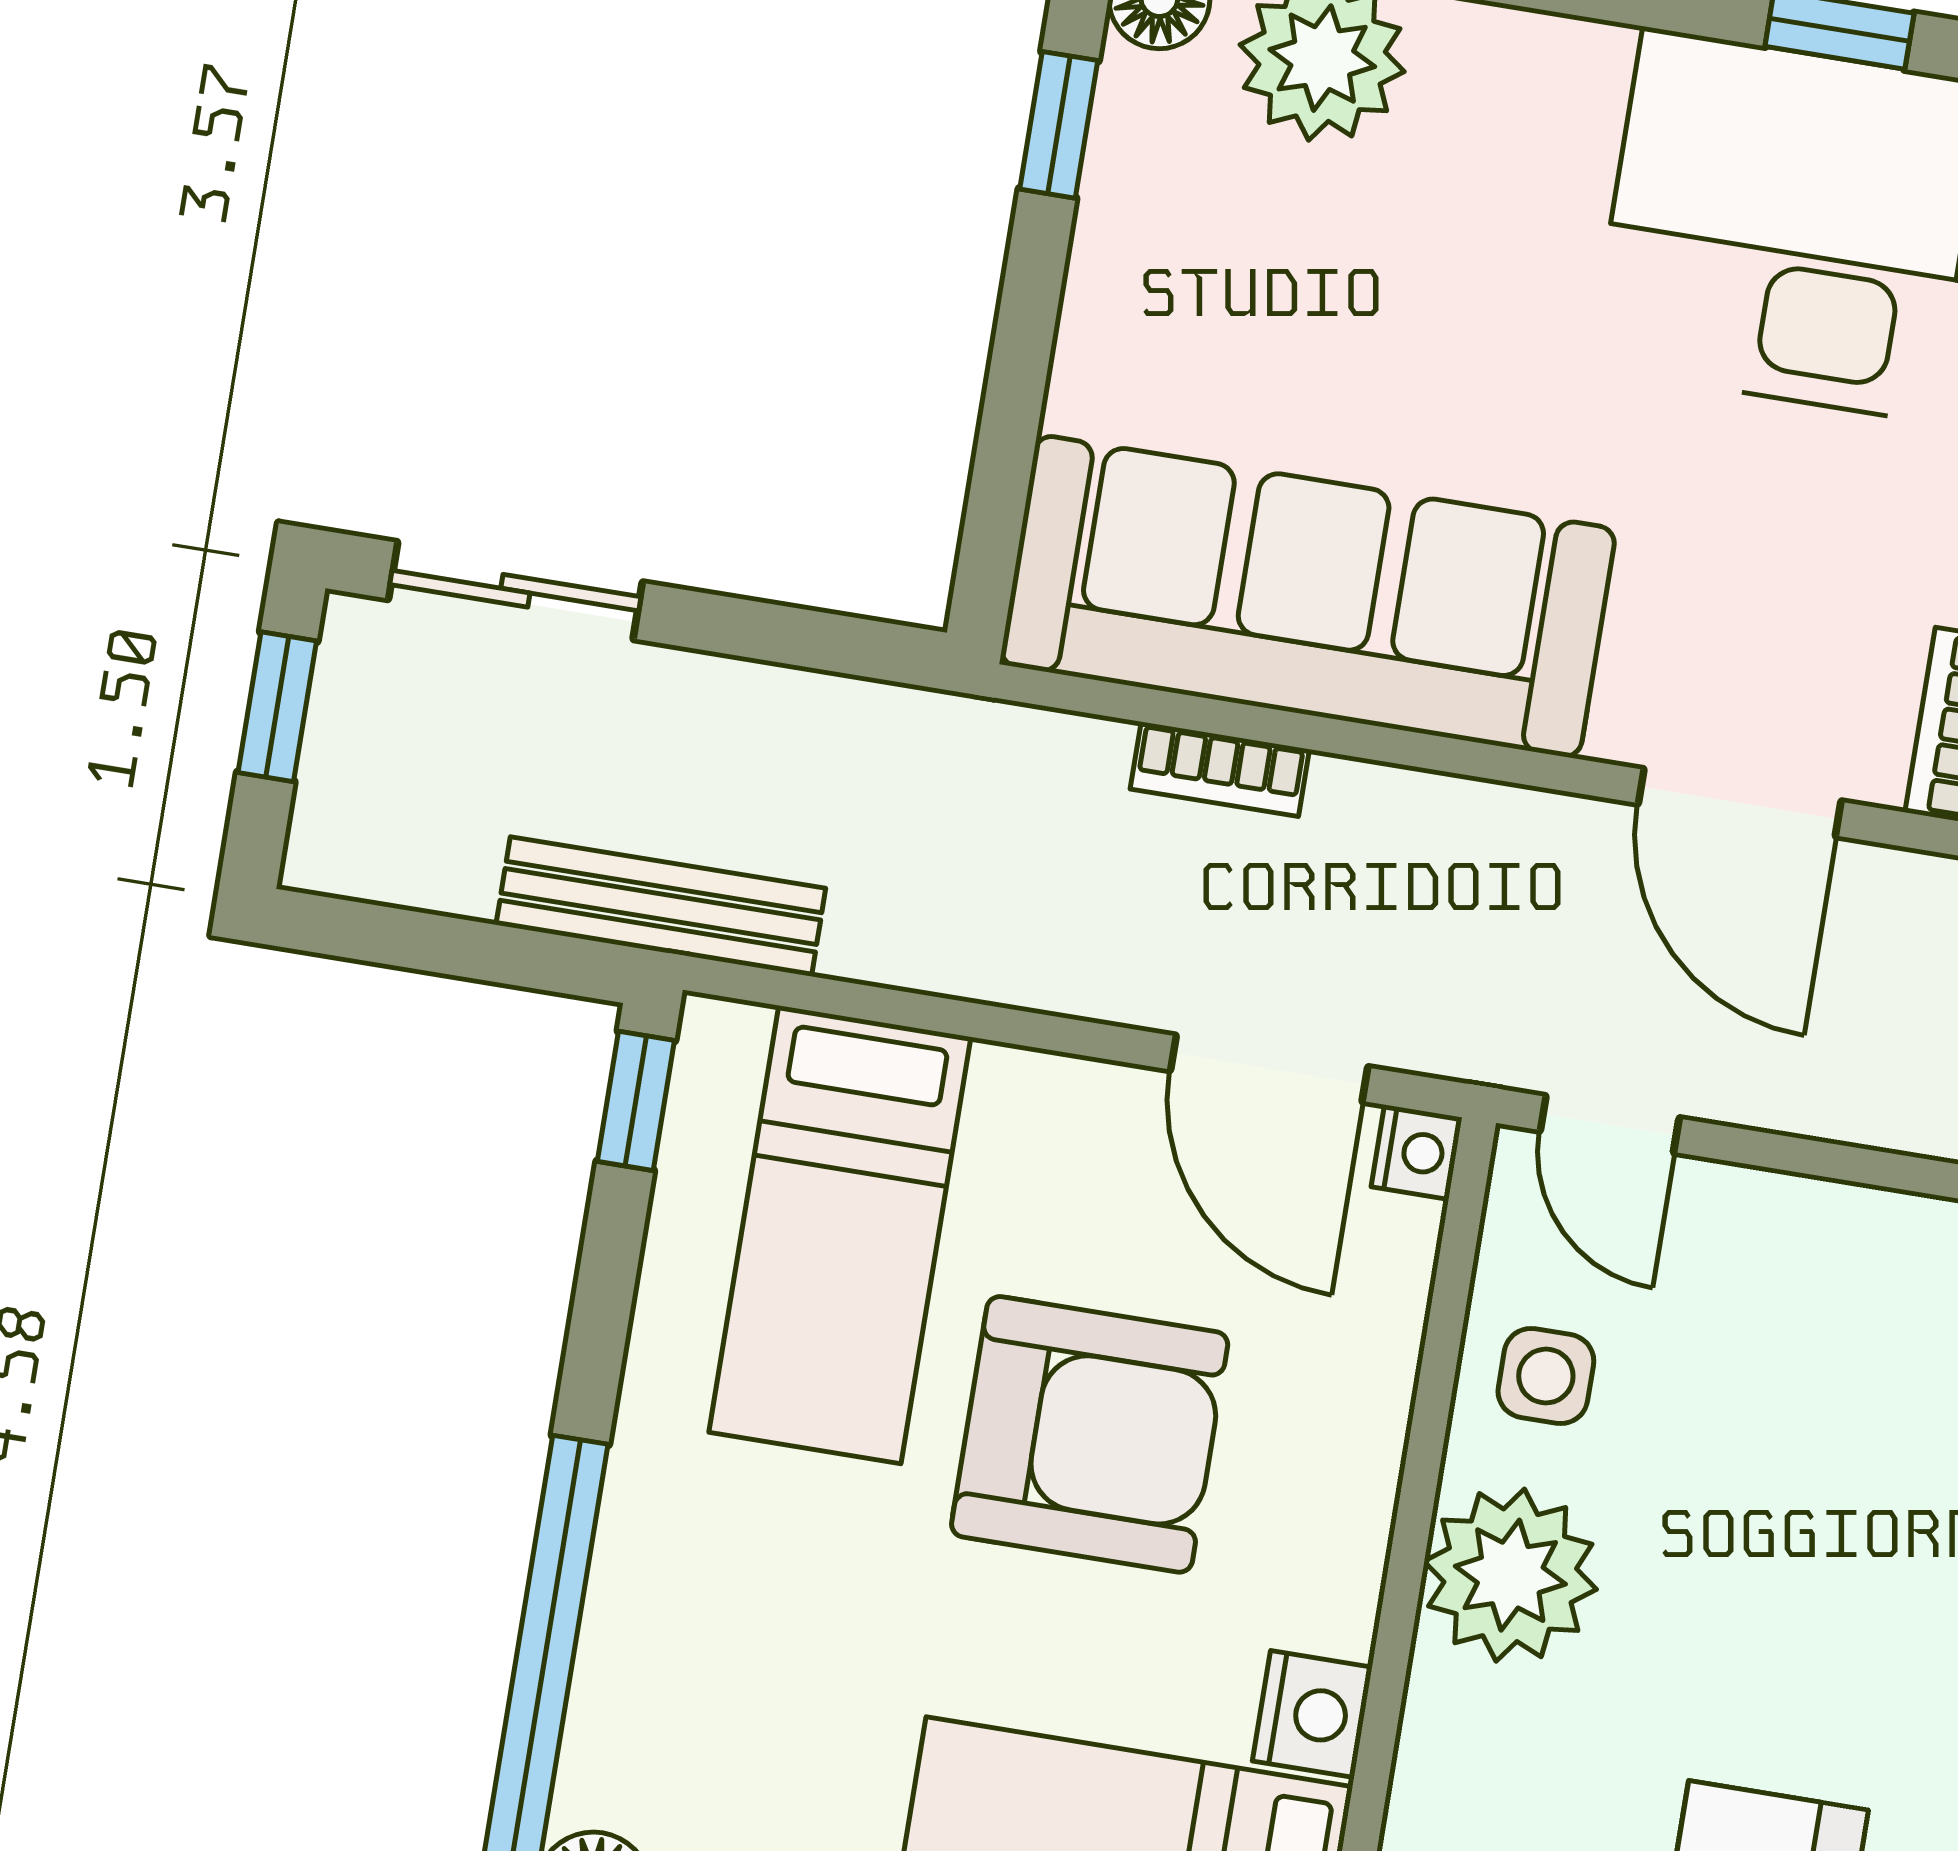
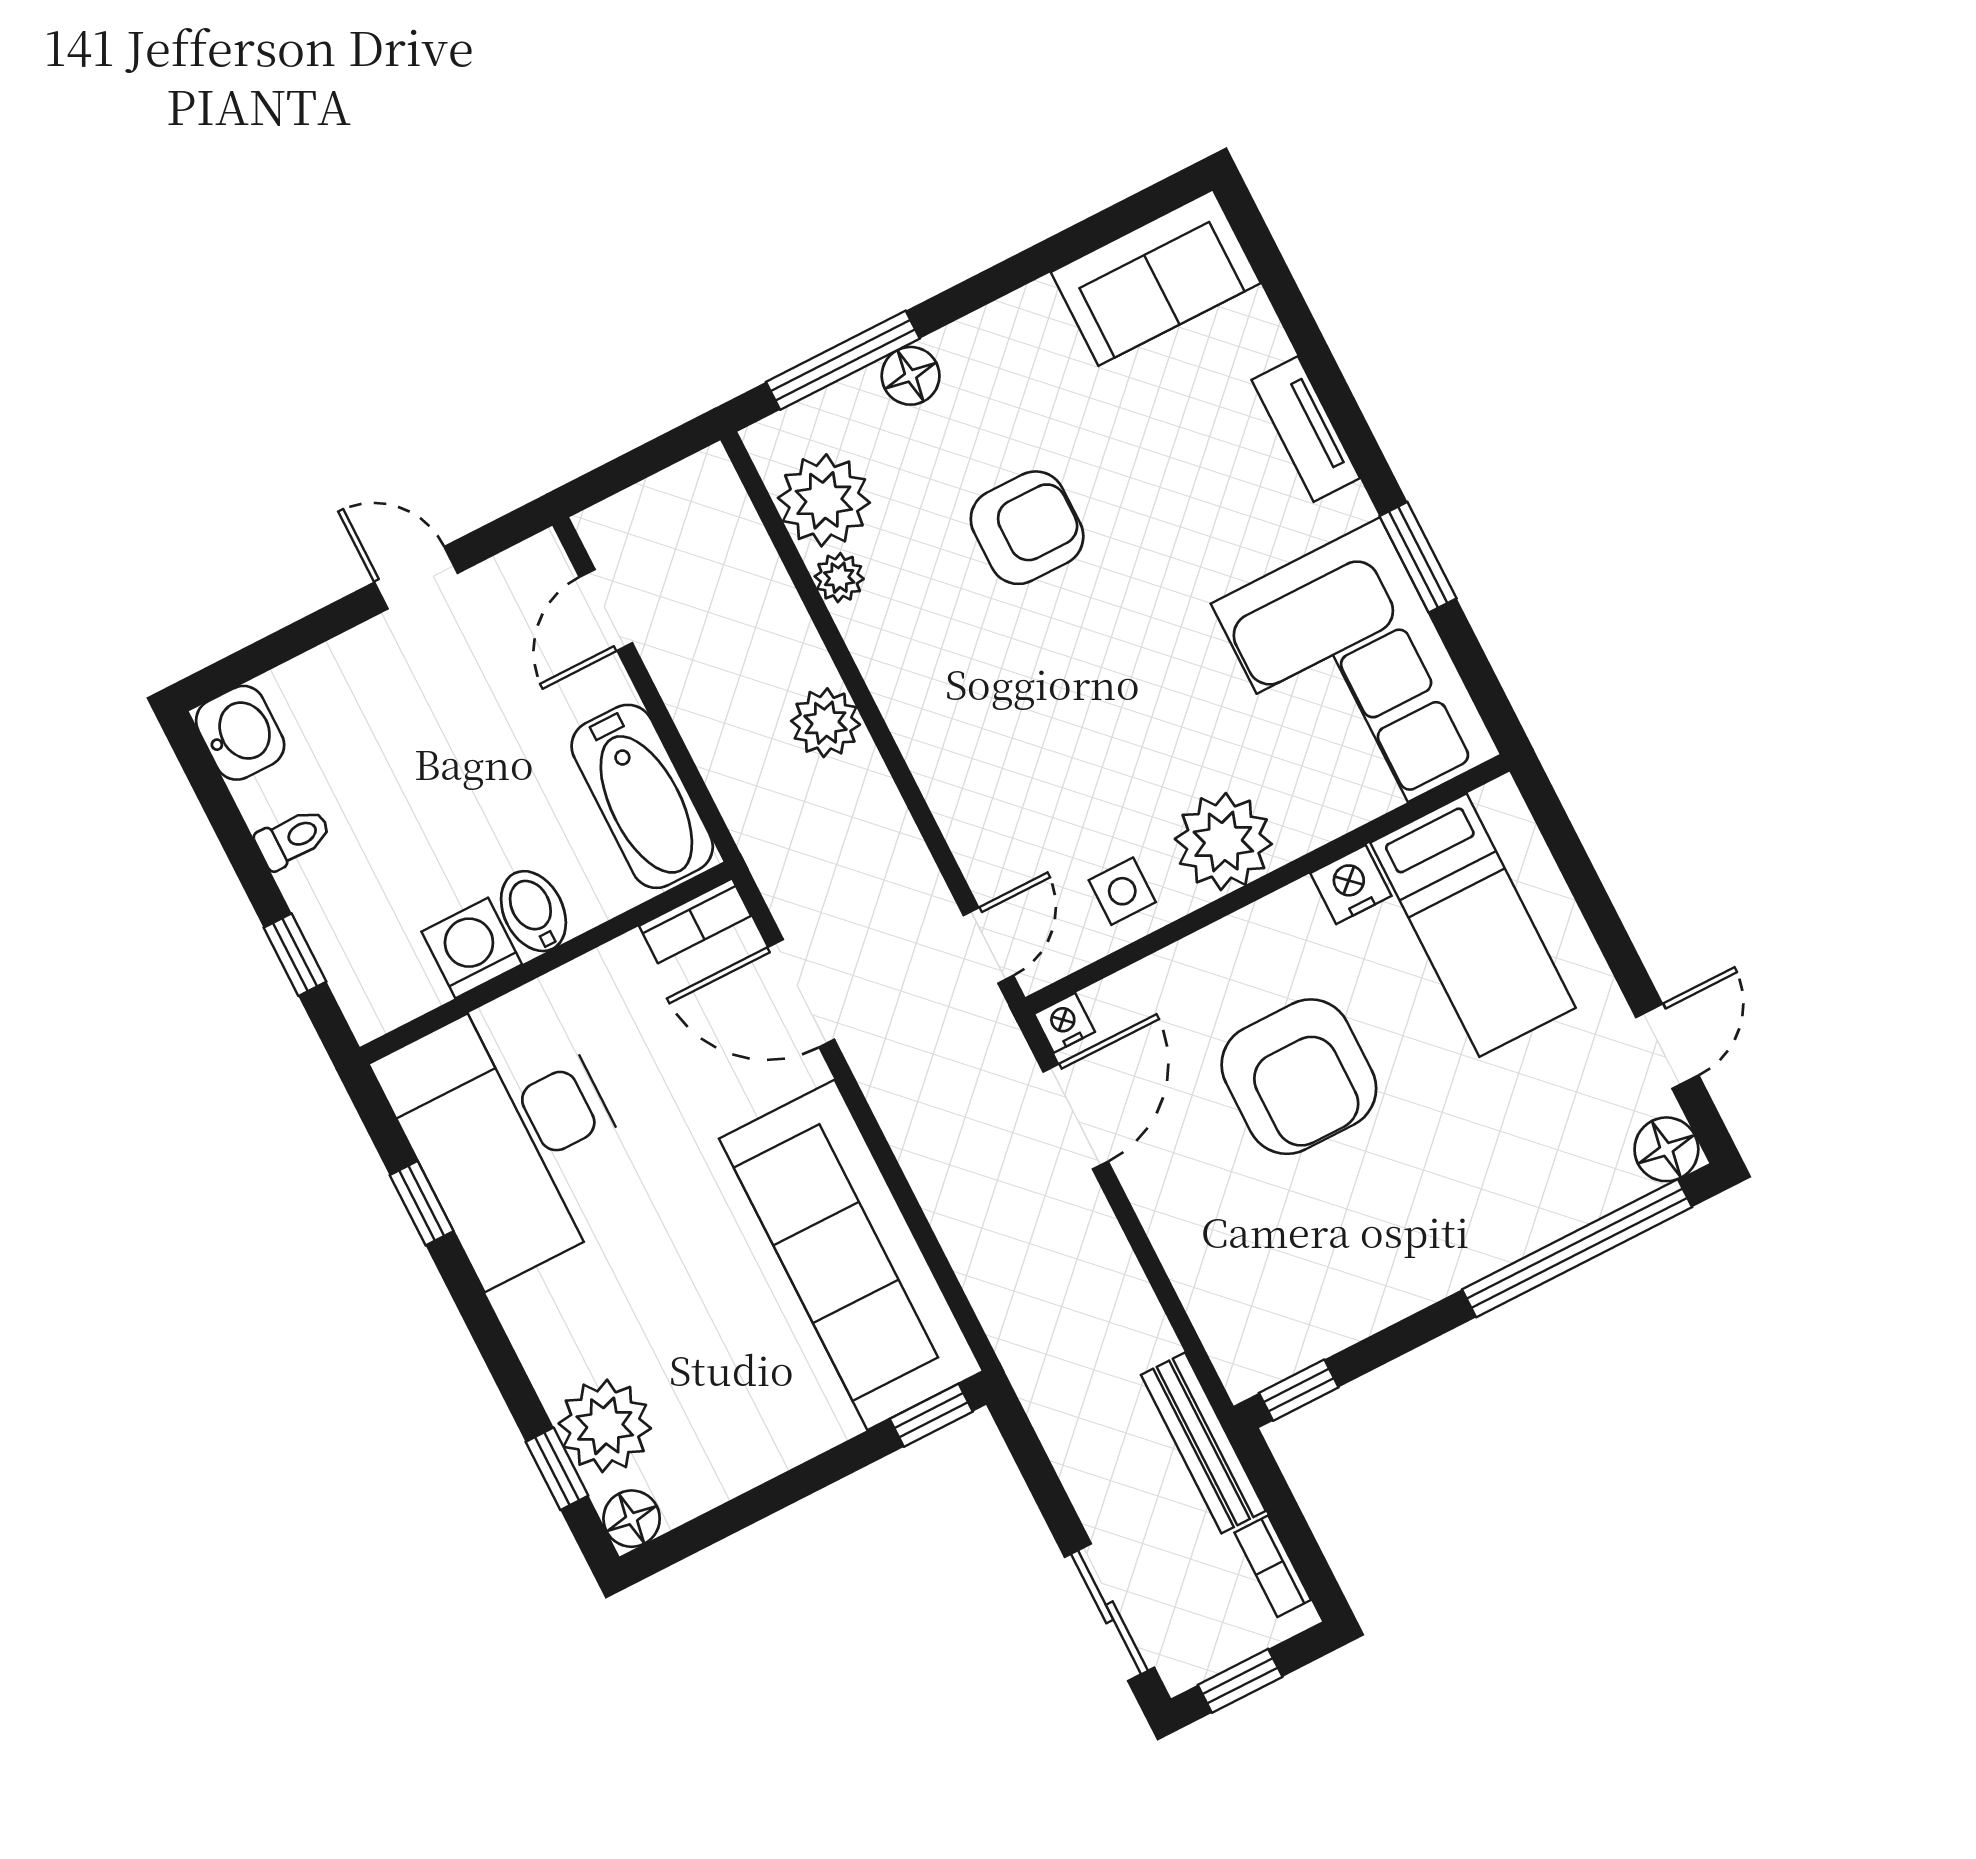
window: (1059, 125) -> (931, 1415), moved
bookcase: (1220, 769) -> (1273, 1566), moved, turned 180
door: (1740, 803) -> (801, 993), swing flipped
bed: (840, 1235) -> (1292, 1254), removed
armchair: (1090, 1434) -> (1299, 1077), turned 180

